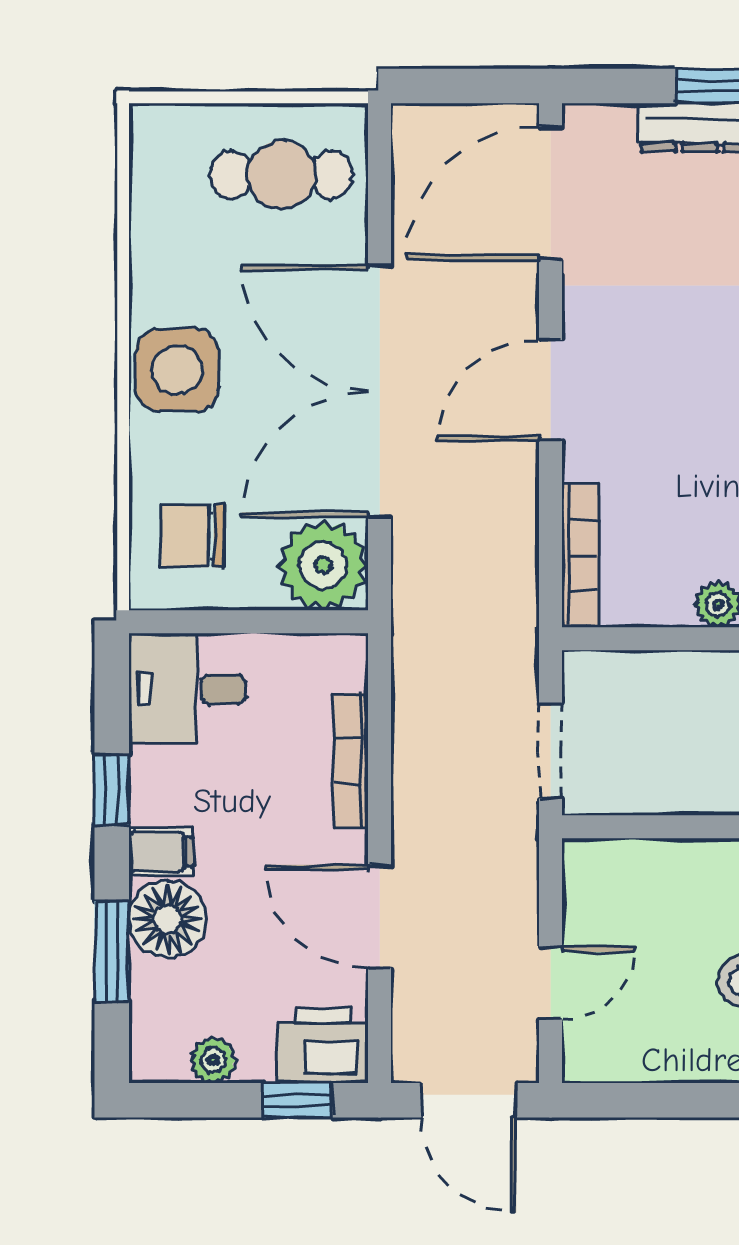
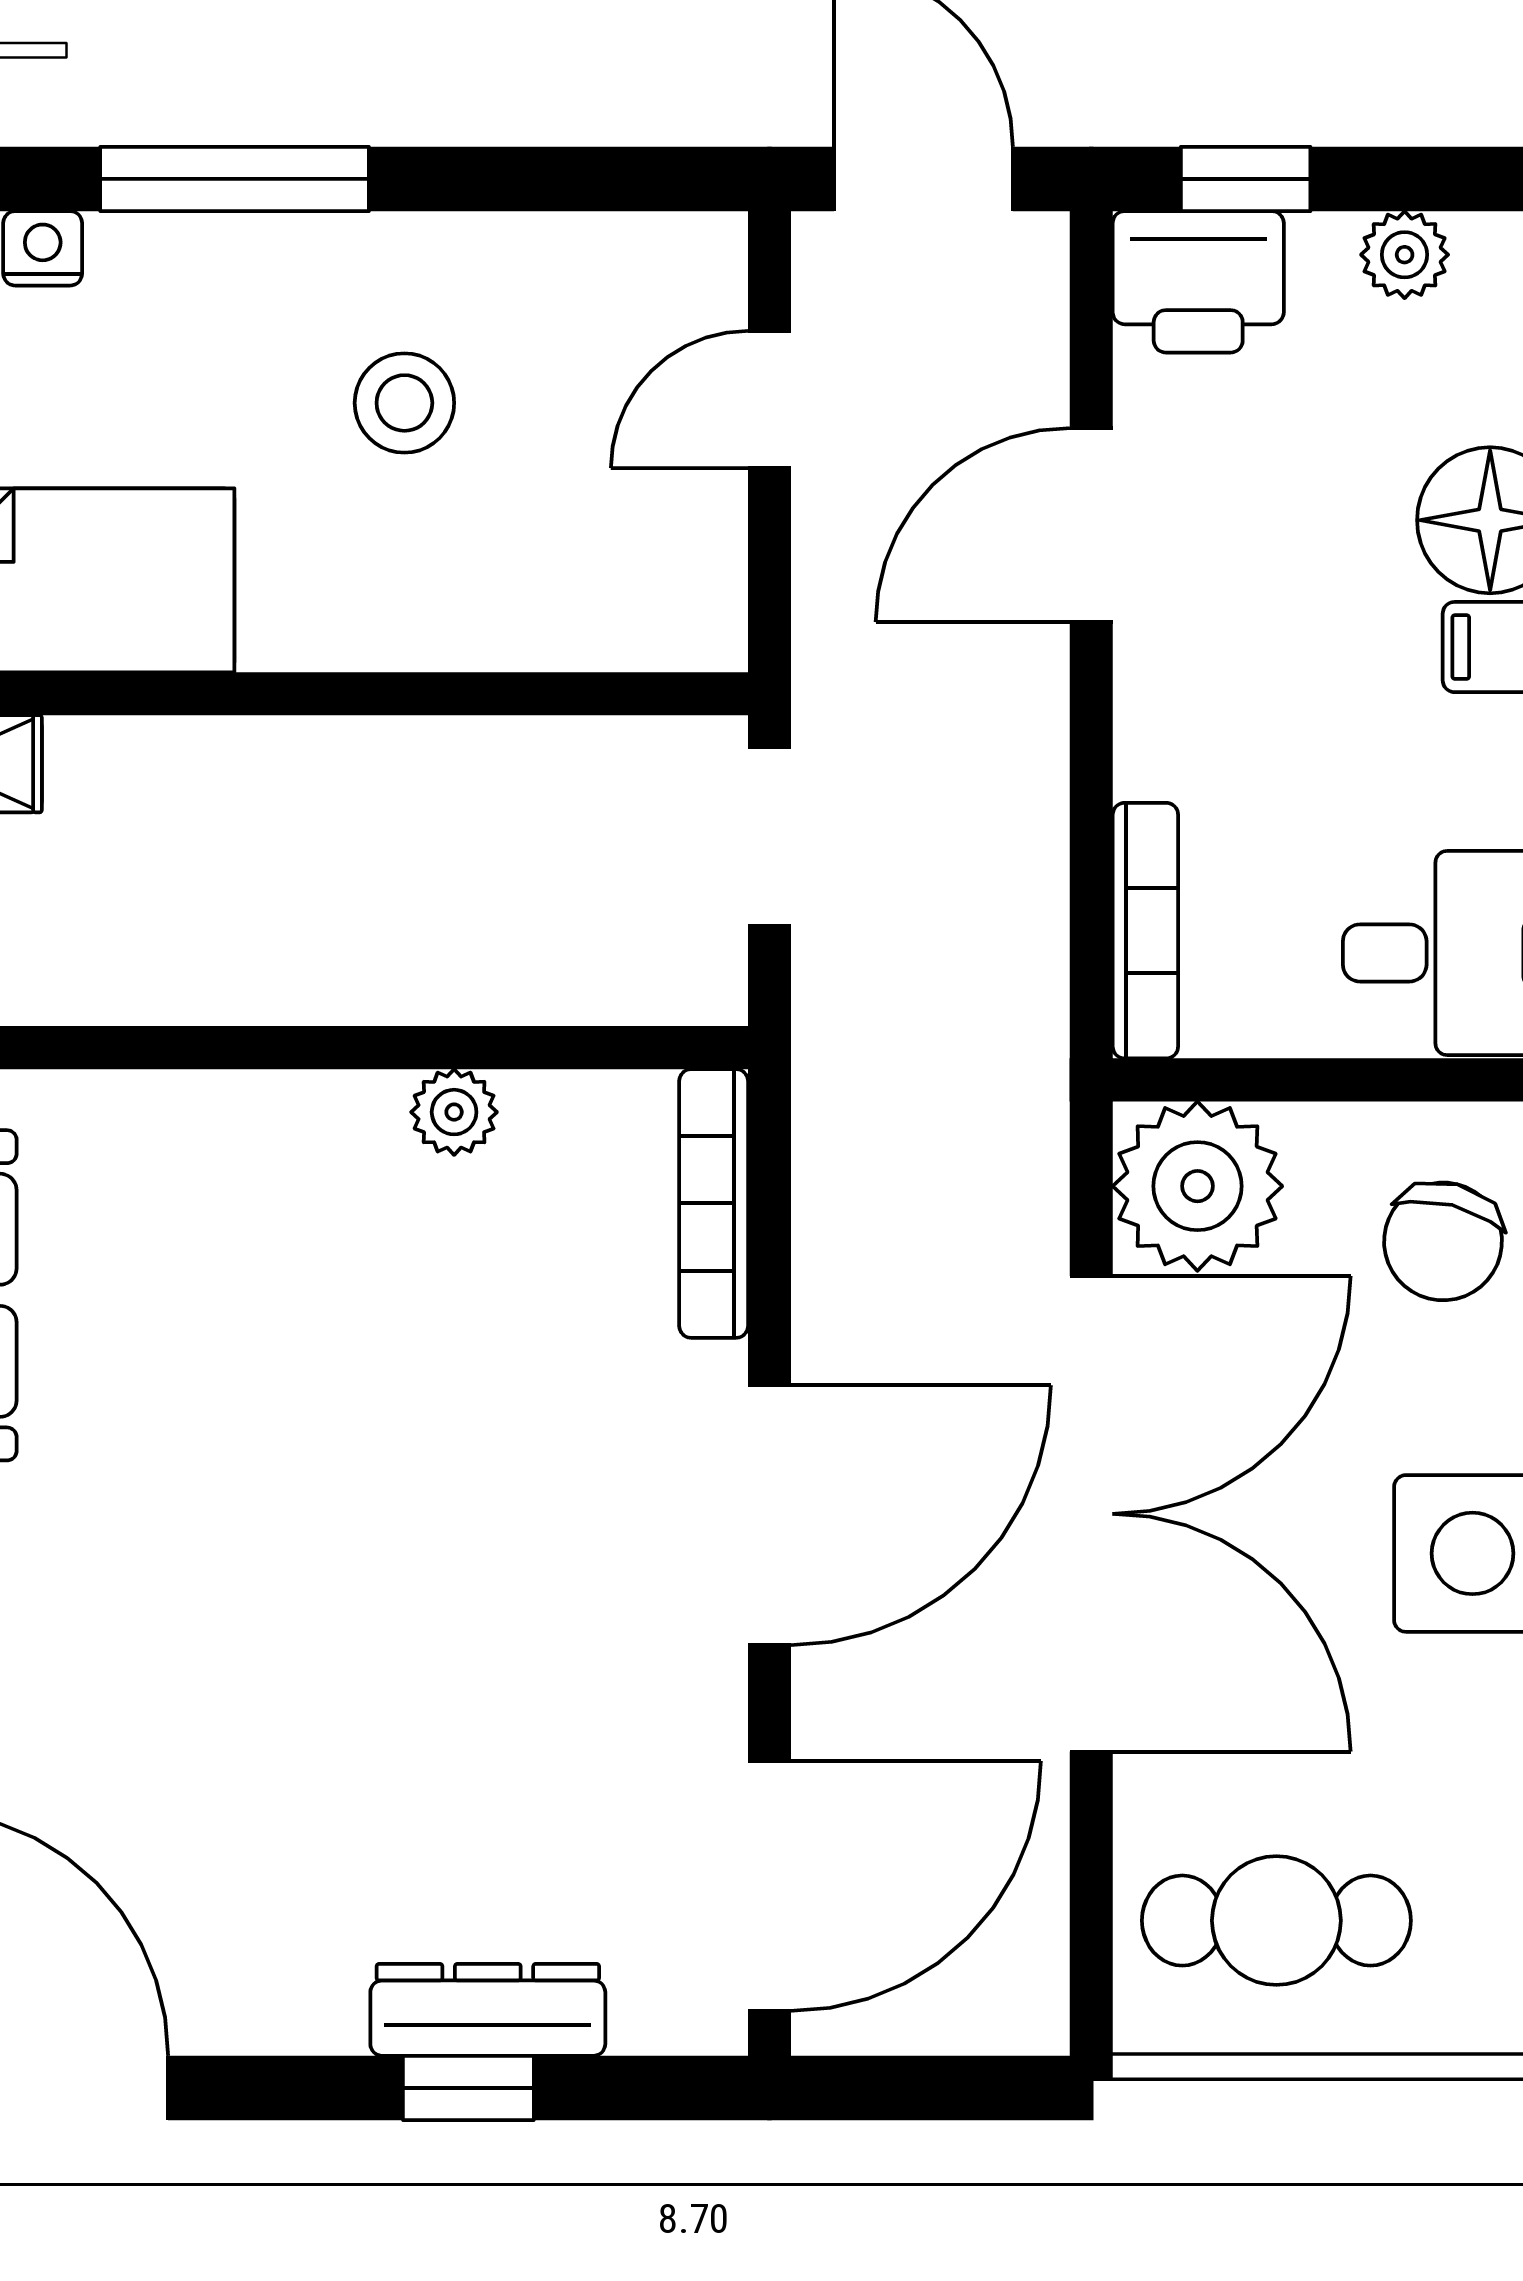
door: (550, 390) -> (769, 1515), width x1.36
chair: (193, 536) -> (1443, 1241), turned 104
bookcase: (351, 761) -> (1145, 931), moved
door: (380, 916) -> (1091, 525), swing flipped

